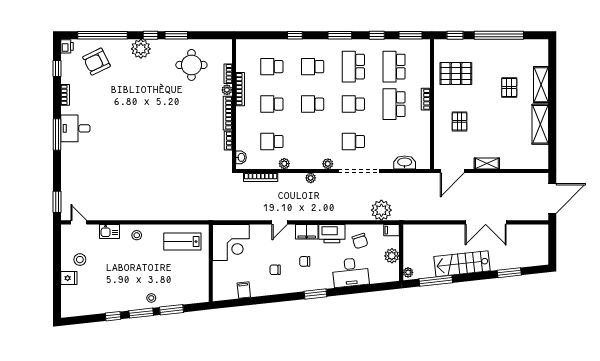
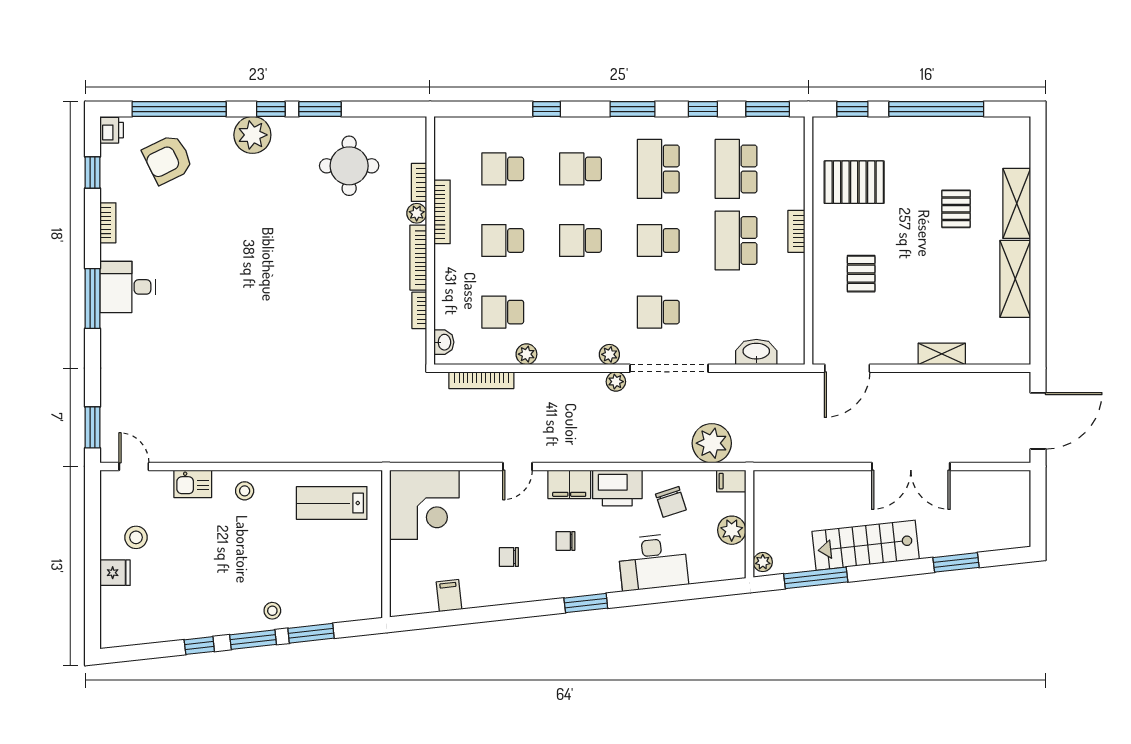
shelving: (487, 163) -> (942, 354), moved
plant: (311, 178) -> (616, 382), moved

